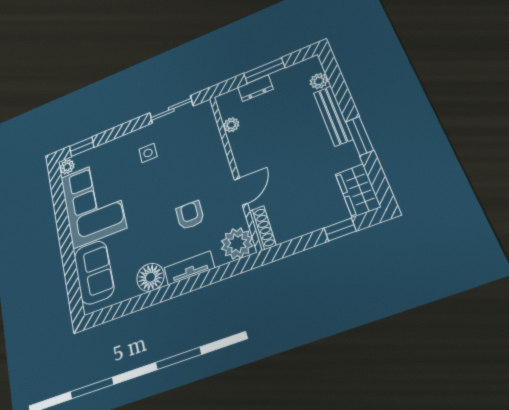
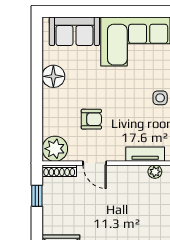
window: (340, 230) -> (37, 196), moved
tv unit: (189, 268) -> (145, 154), moved, turned -90

